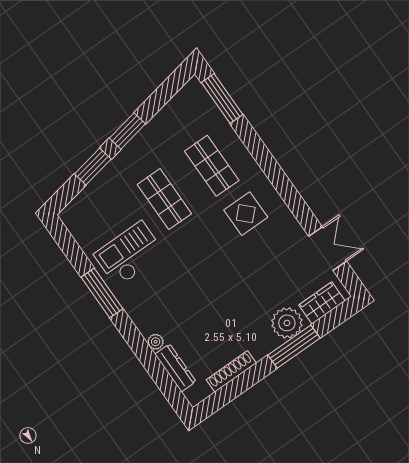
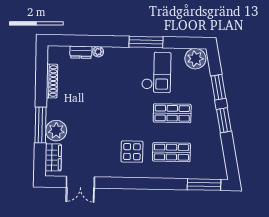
plant: (79, 219) -> (195, 59), added
dresser: (175, 368) -> (81, 52), width x0.70

